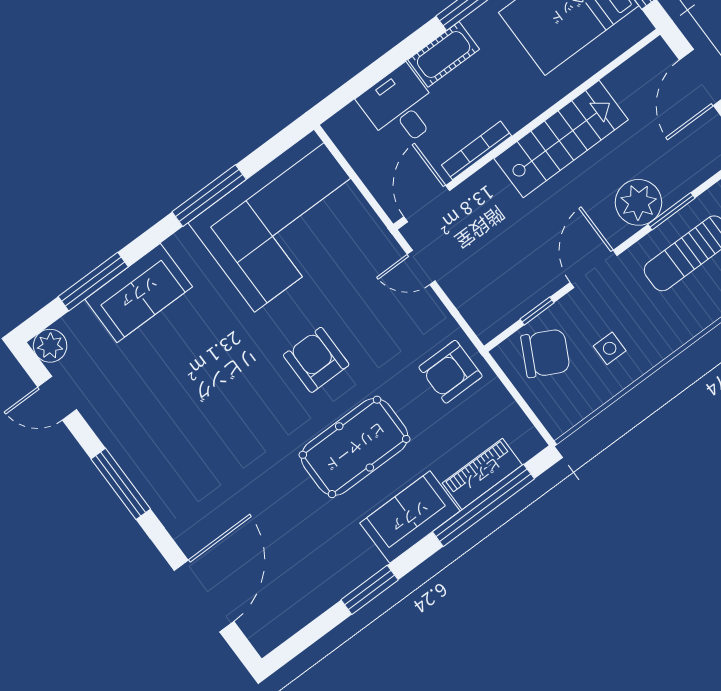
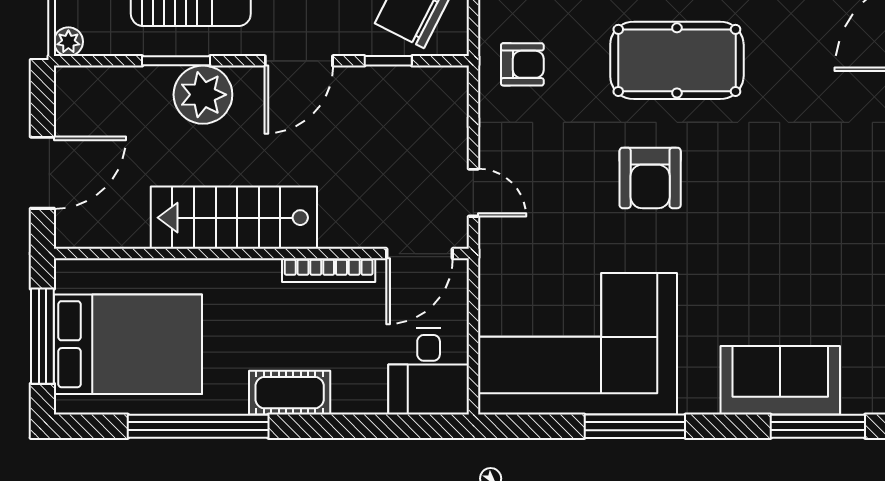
desk: (400, 107) -> (429, 371), moved
armchair: (451, 372) -> (522, 64), width x0.72, depth x0.72

